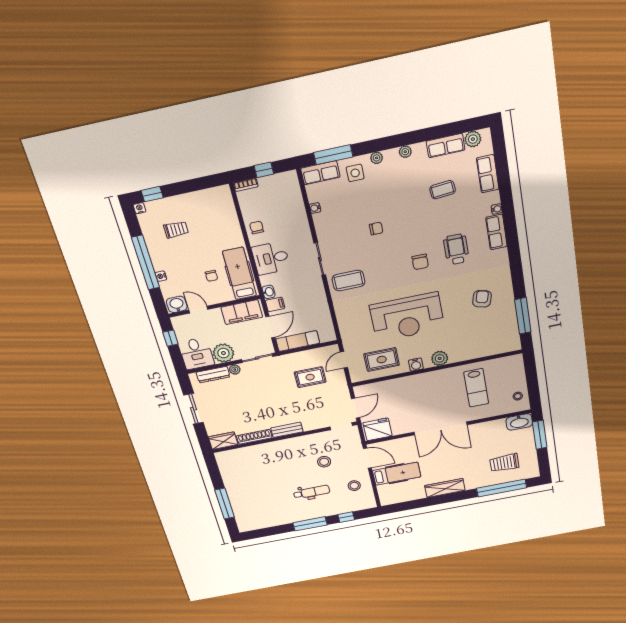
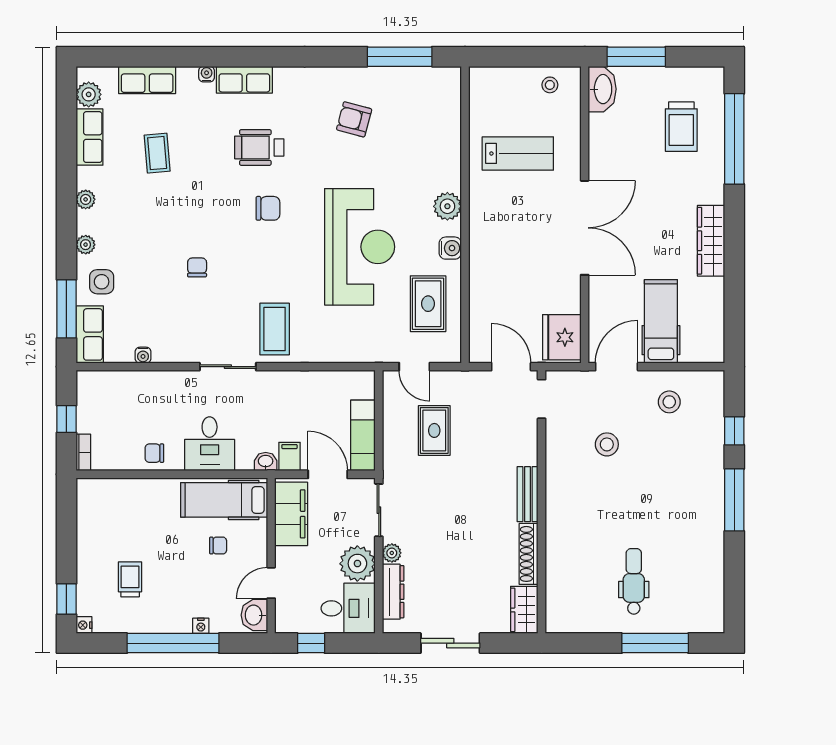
dental chair: (312, 492) -> (634, 581), moved

